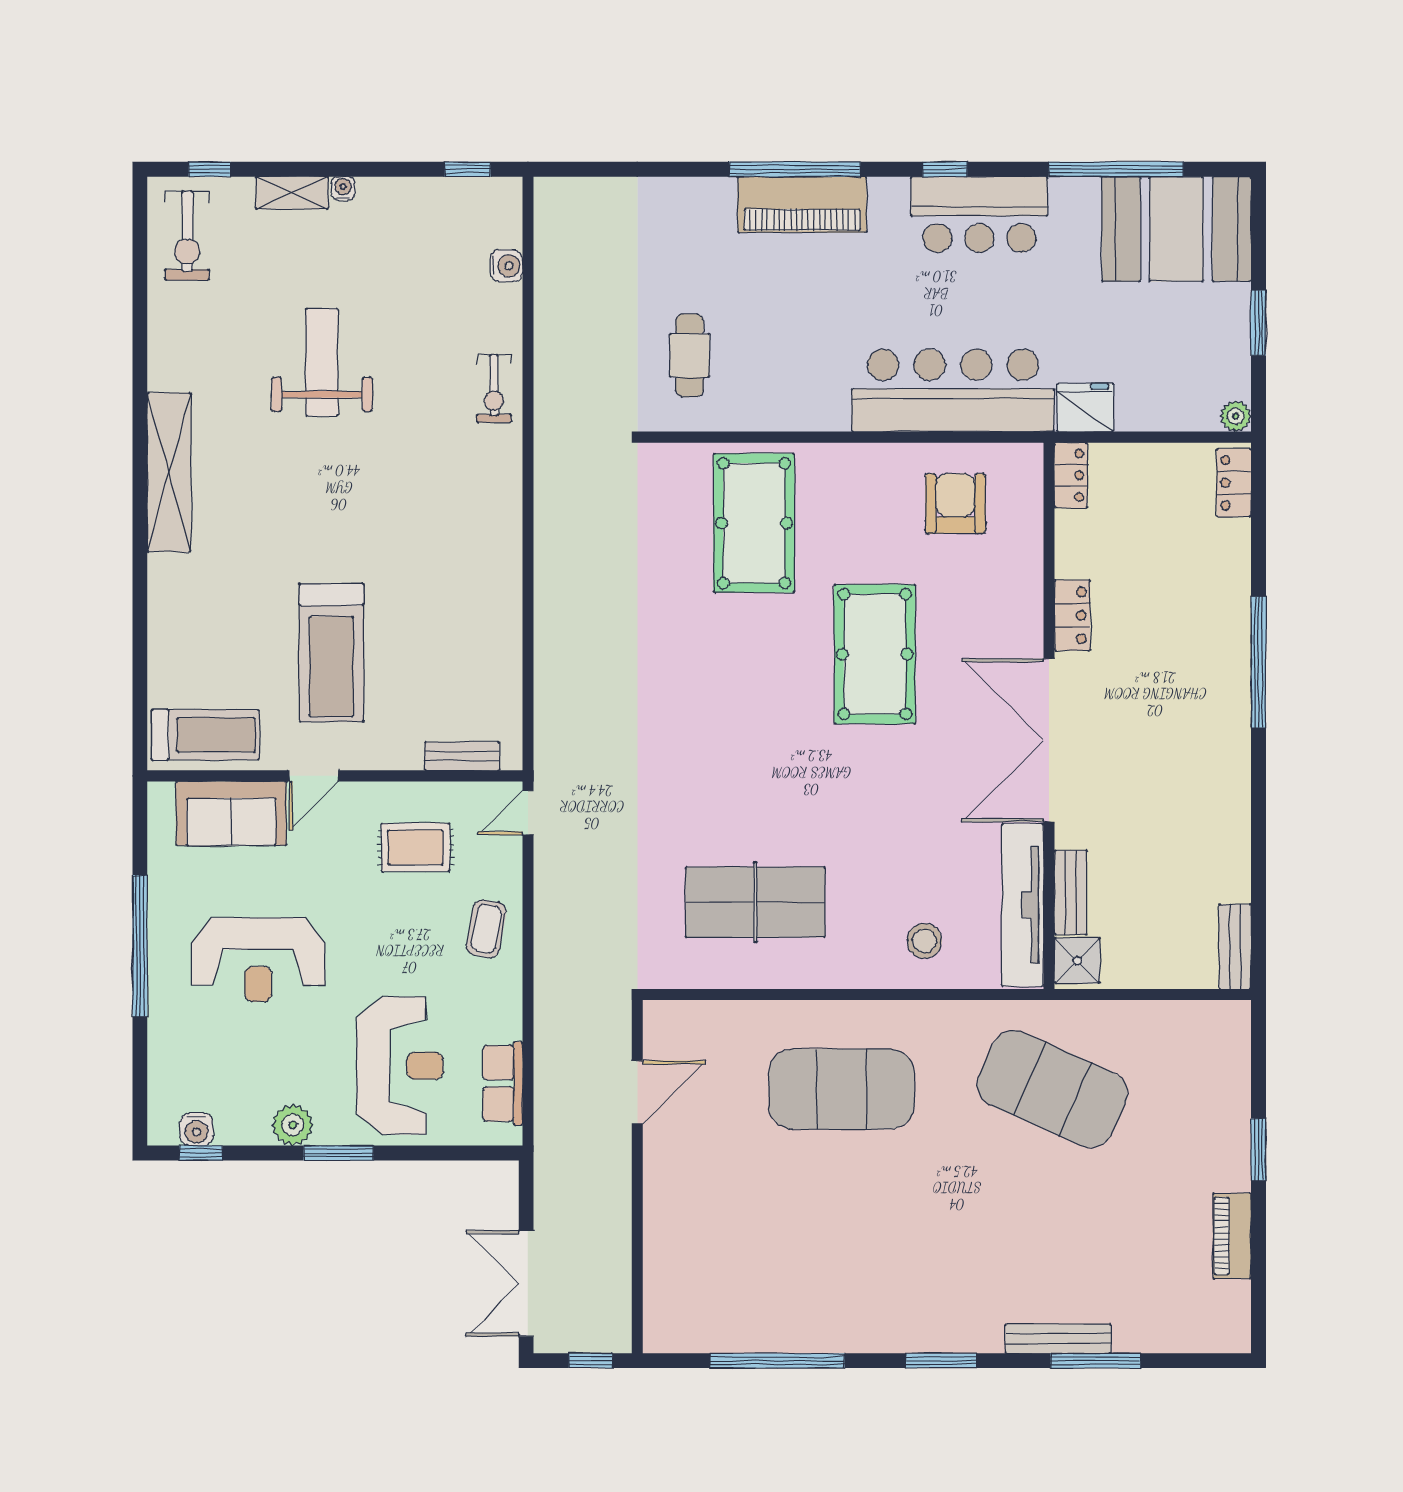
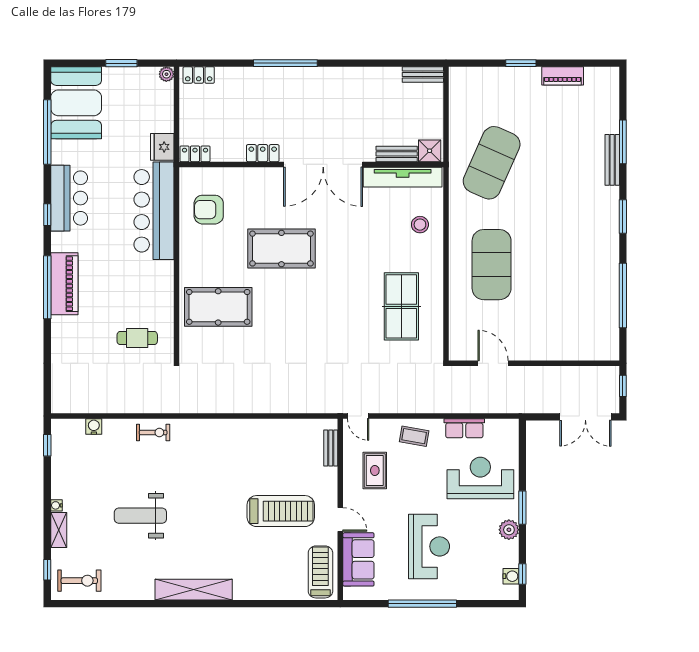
row of seats: (503, 1083) -> (464, 428), moved

